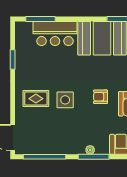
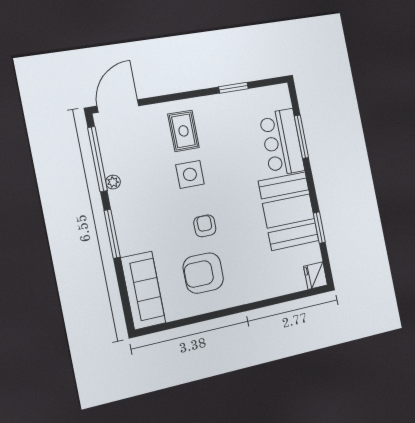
window: (40, 19) -> (301, 137), moved
plant: (90, 150) -> (113, 182), moved

